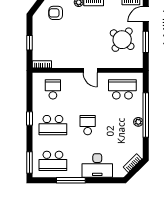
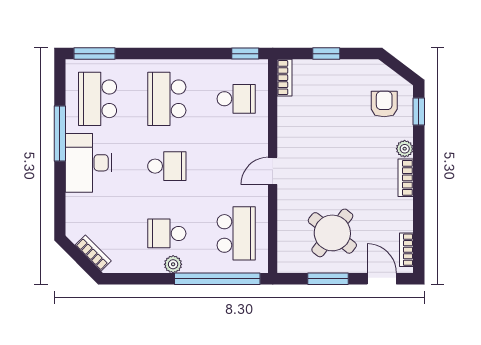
window: (146, 115) -> (217, 279), moved
window: (30, 118) -> (245, 54), moved
school desk: (122, 125) -> (167, 233), added
desk: (97, 165) -> (89, 163), moved

